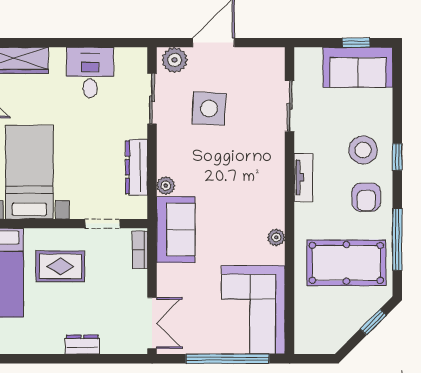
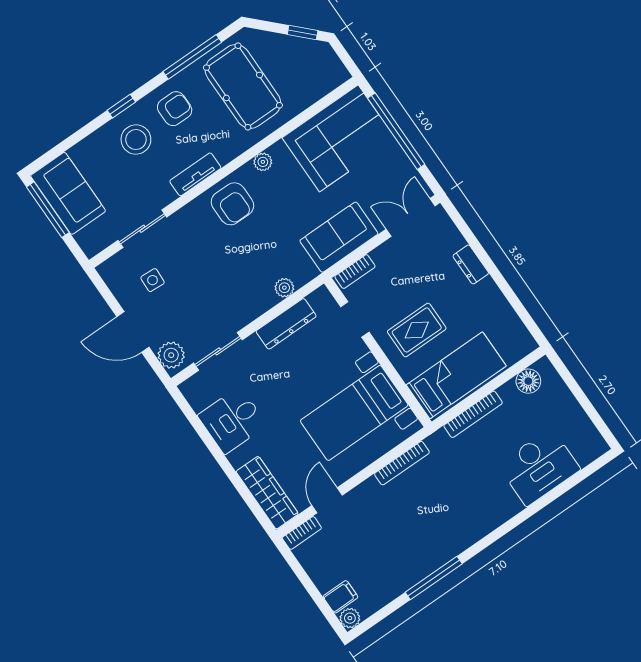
window: (356, 43) -> (48, 210), width x2.17
side table: (209, 109) -> (153, 280), moved, width x0.54, depth x0.54
armchair: (260, 191) -> (232, 204), added
sofa: (176, 230) -> (339, 237), moved
rug: (60, 266) -> (417, 330), turned 90
window: (373, 322) -> (303, 32), moved

